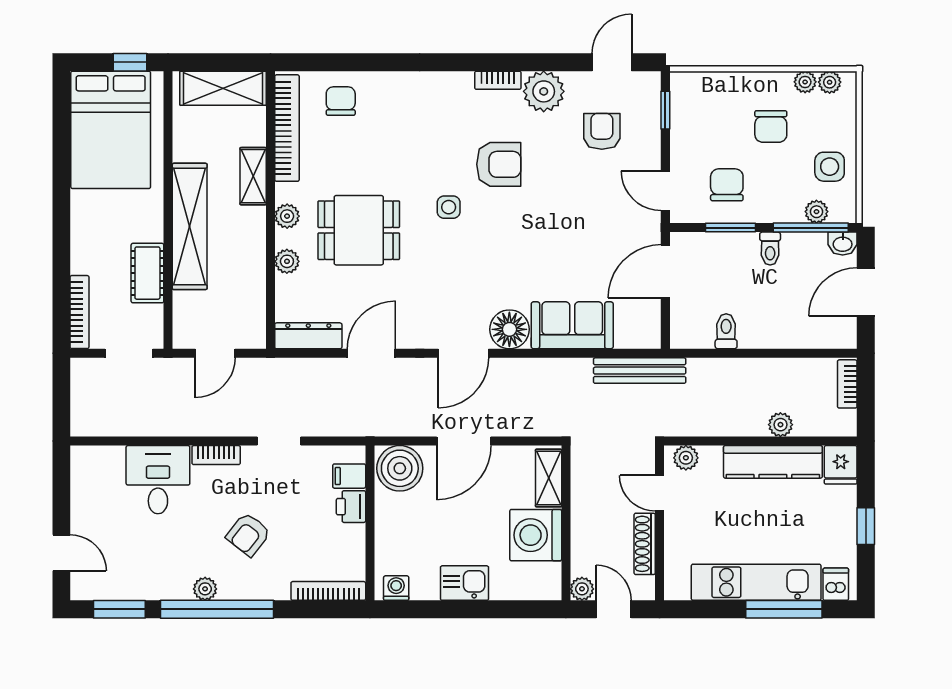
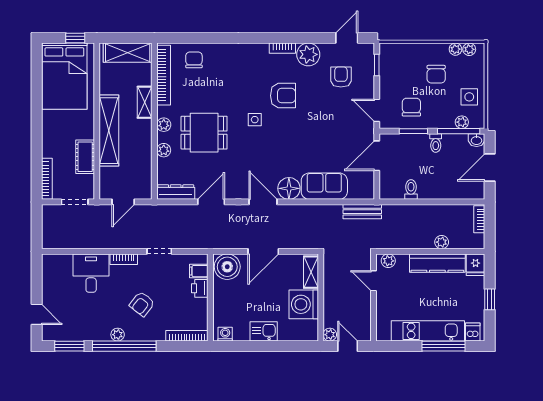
door: (463, 353) -> (263, 202), swing flipped
bench: (640, 371) -> (362, 212), width x0.73
shoe rack: (645, 544) -> (365, 309), removed

